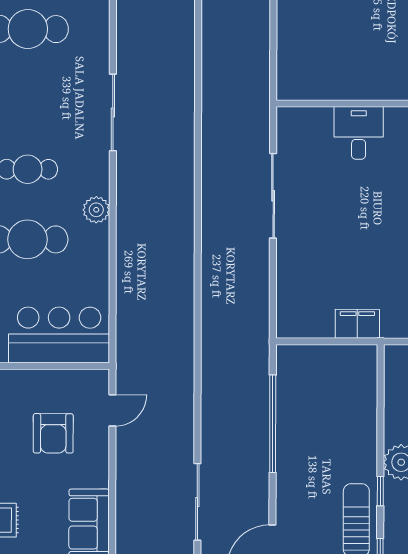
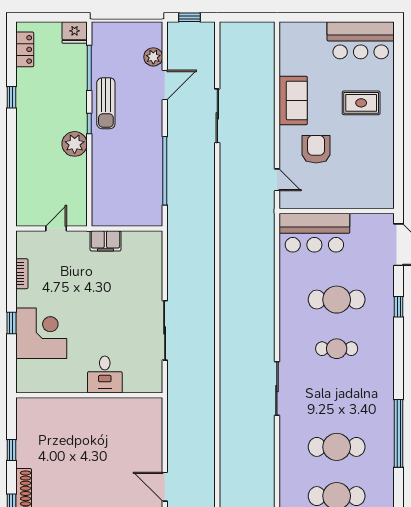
plant: (96, 210) -> (288, 320), removed
door: (112, 410) -> (277, 180), swing flipped
armchair: (53, 433) -> (316, 149), moved

